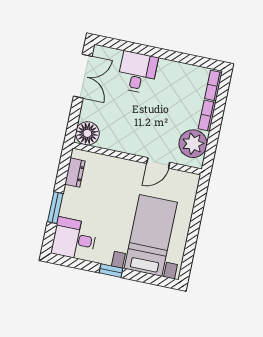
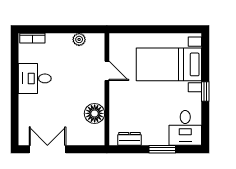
desk: (137, 72) -> (35, 78), moved
bookcase: (207, 116) -> (59, 38), removed
floor lamp: (87, 133) -> (95, 113), moved
plant: (193, 144) -> (79, 39), width x0.53, depth x0.53

